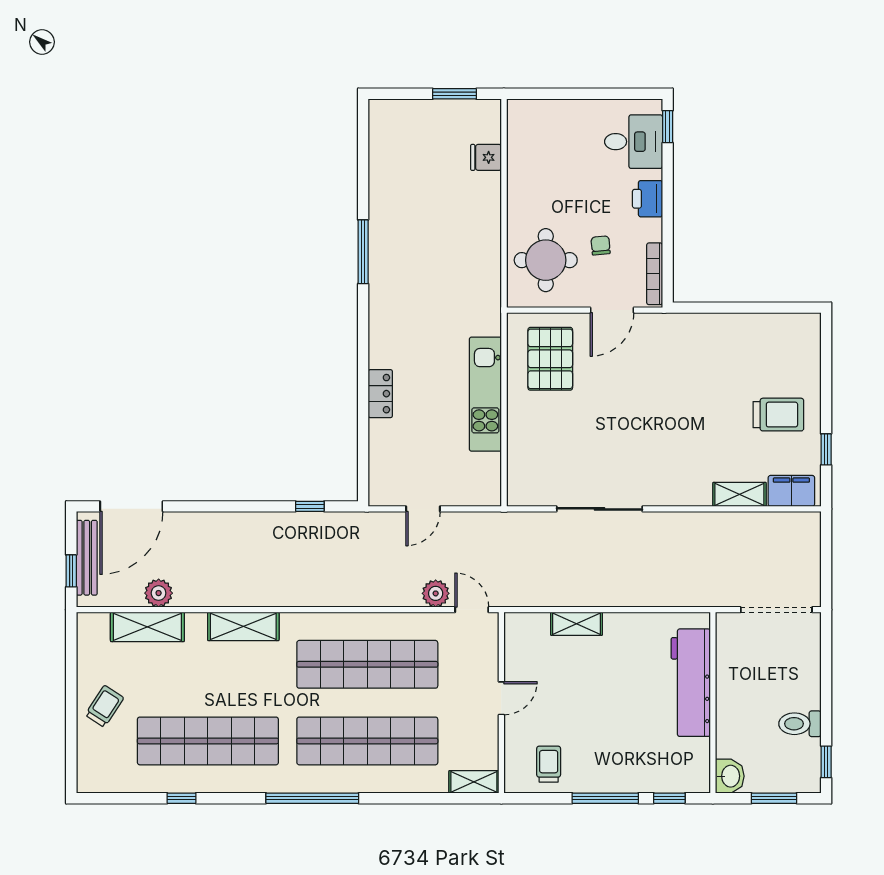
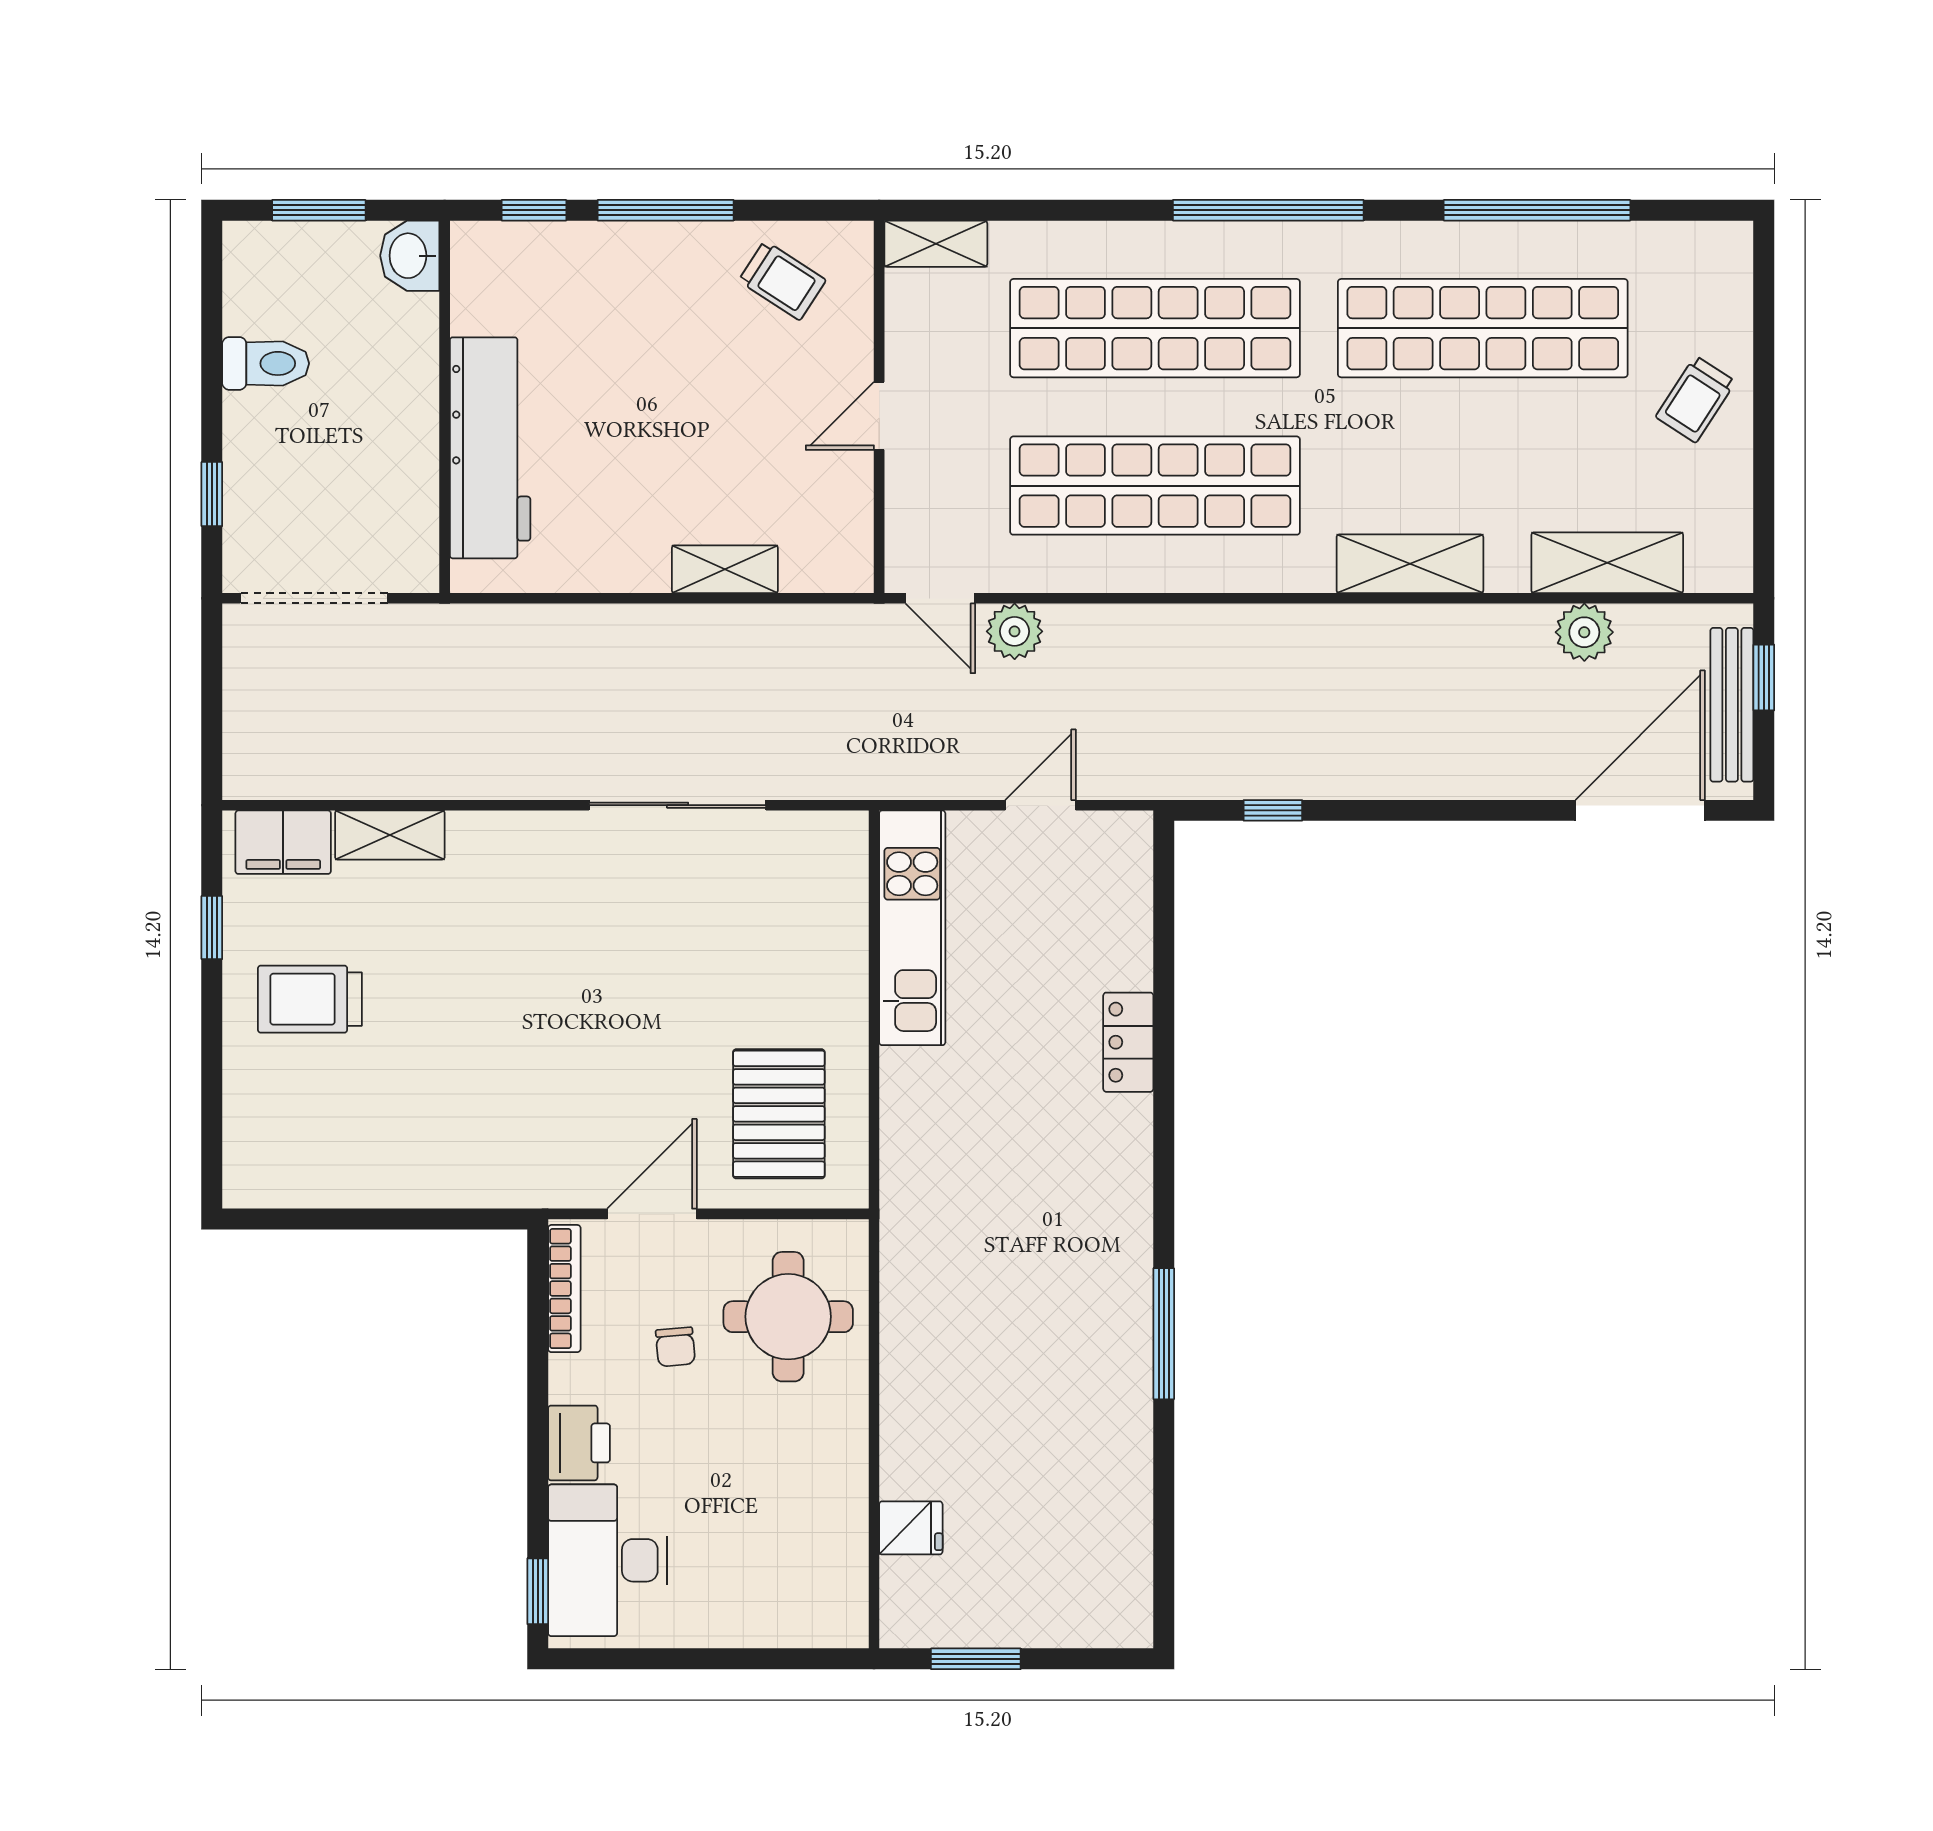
desk: (634, 142) -> (608, 1560), width x1.37
kitchen unit: (485, 394) -> (912, 928), moved
window: (826, 762) -> (212, 494), moved
trolley: (549, 764) -> (782, 280), turned -57
window: (182, 798) -> (1537, 210), width x3.17

